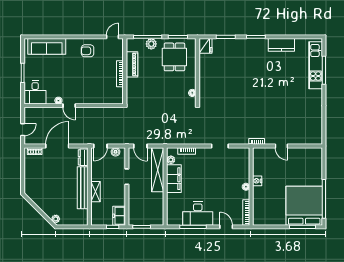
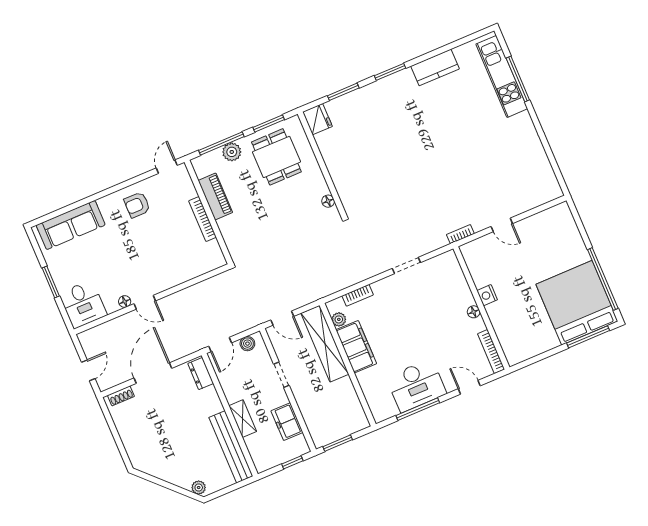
bench: (83, 188) -> (231, 447), moved
freezer: (119, 216) -> (287, 422), moved

